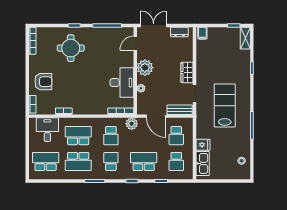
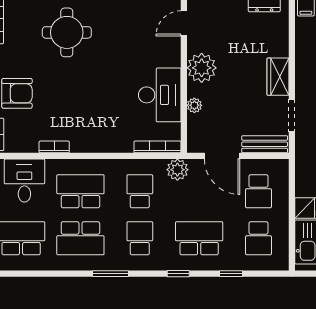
school desk: (111, 136) -> (140, 191), turned 180

